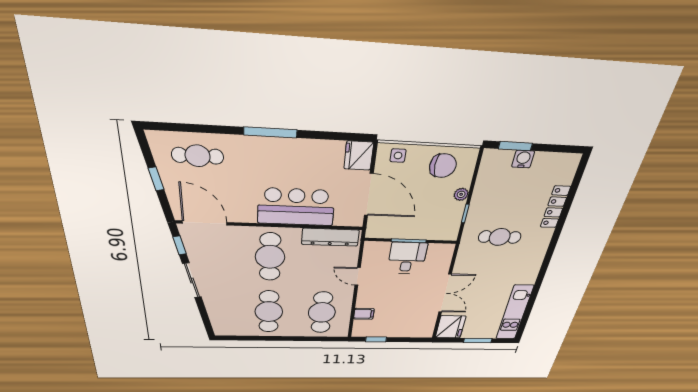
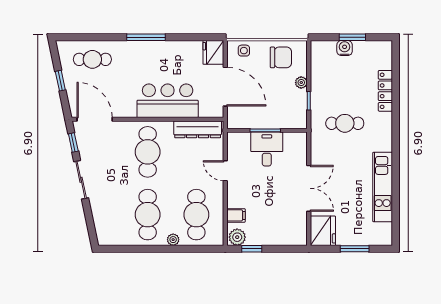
window: (515, 146) -> (352, 37), moved
kitchen unit: (515, 313) -> (383, 187), moved
plant: (363, 331) -> (237, 237), added
plant: (296, 332) -> (173, 240), added

